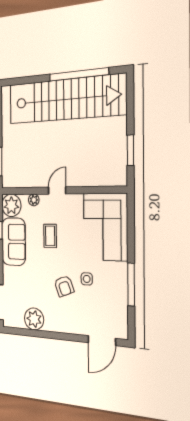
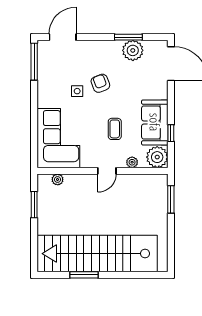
window: (79, 74) -> (84, 275), width x0.47
plant: (106, 180) -> (58, 179), added
window: (131, 285) -> (34, 62), moved
window: (38, 334) -> (128, 37), added

